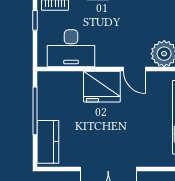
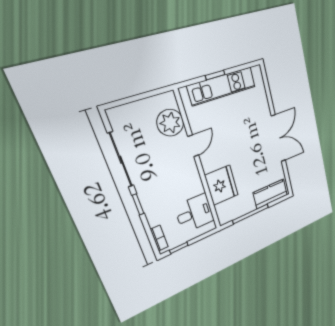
desk: (71, 48) -> (195, 213), width x0.73
fridge: (102, 87) -> (222, 185), moved

